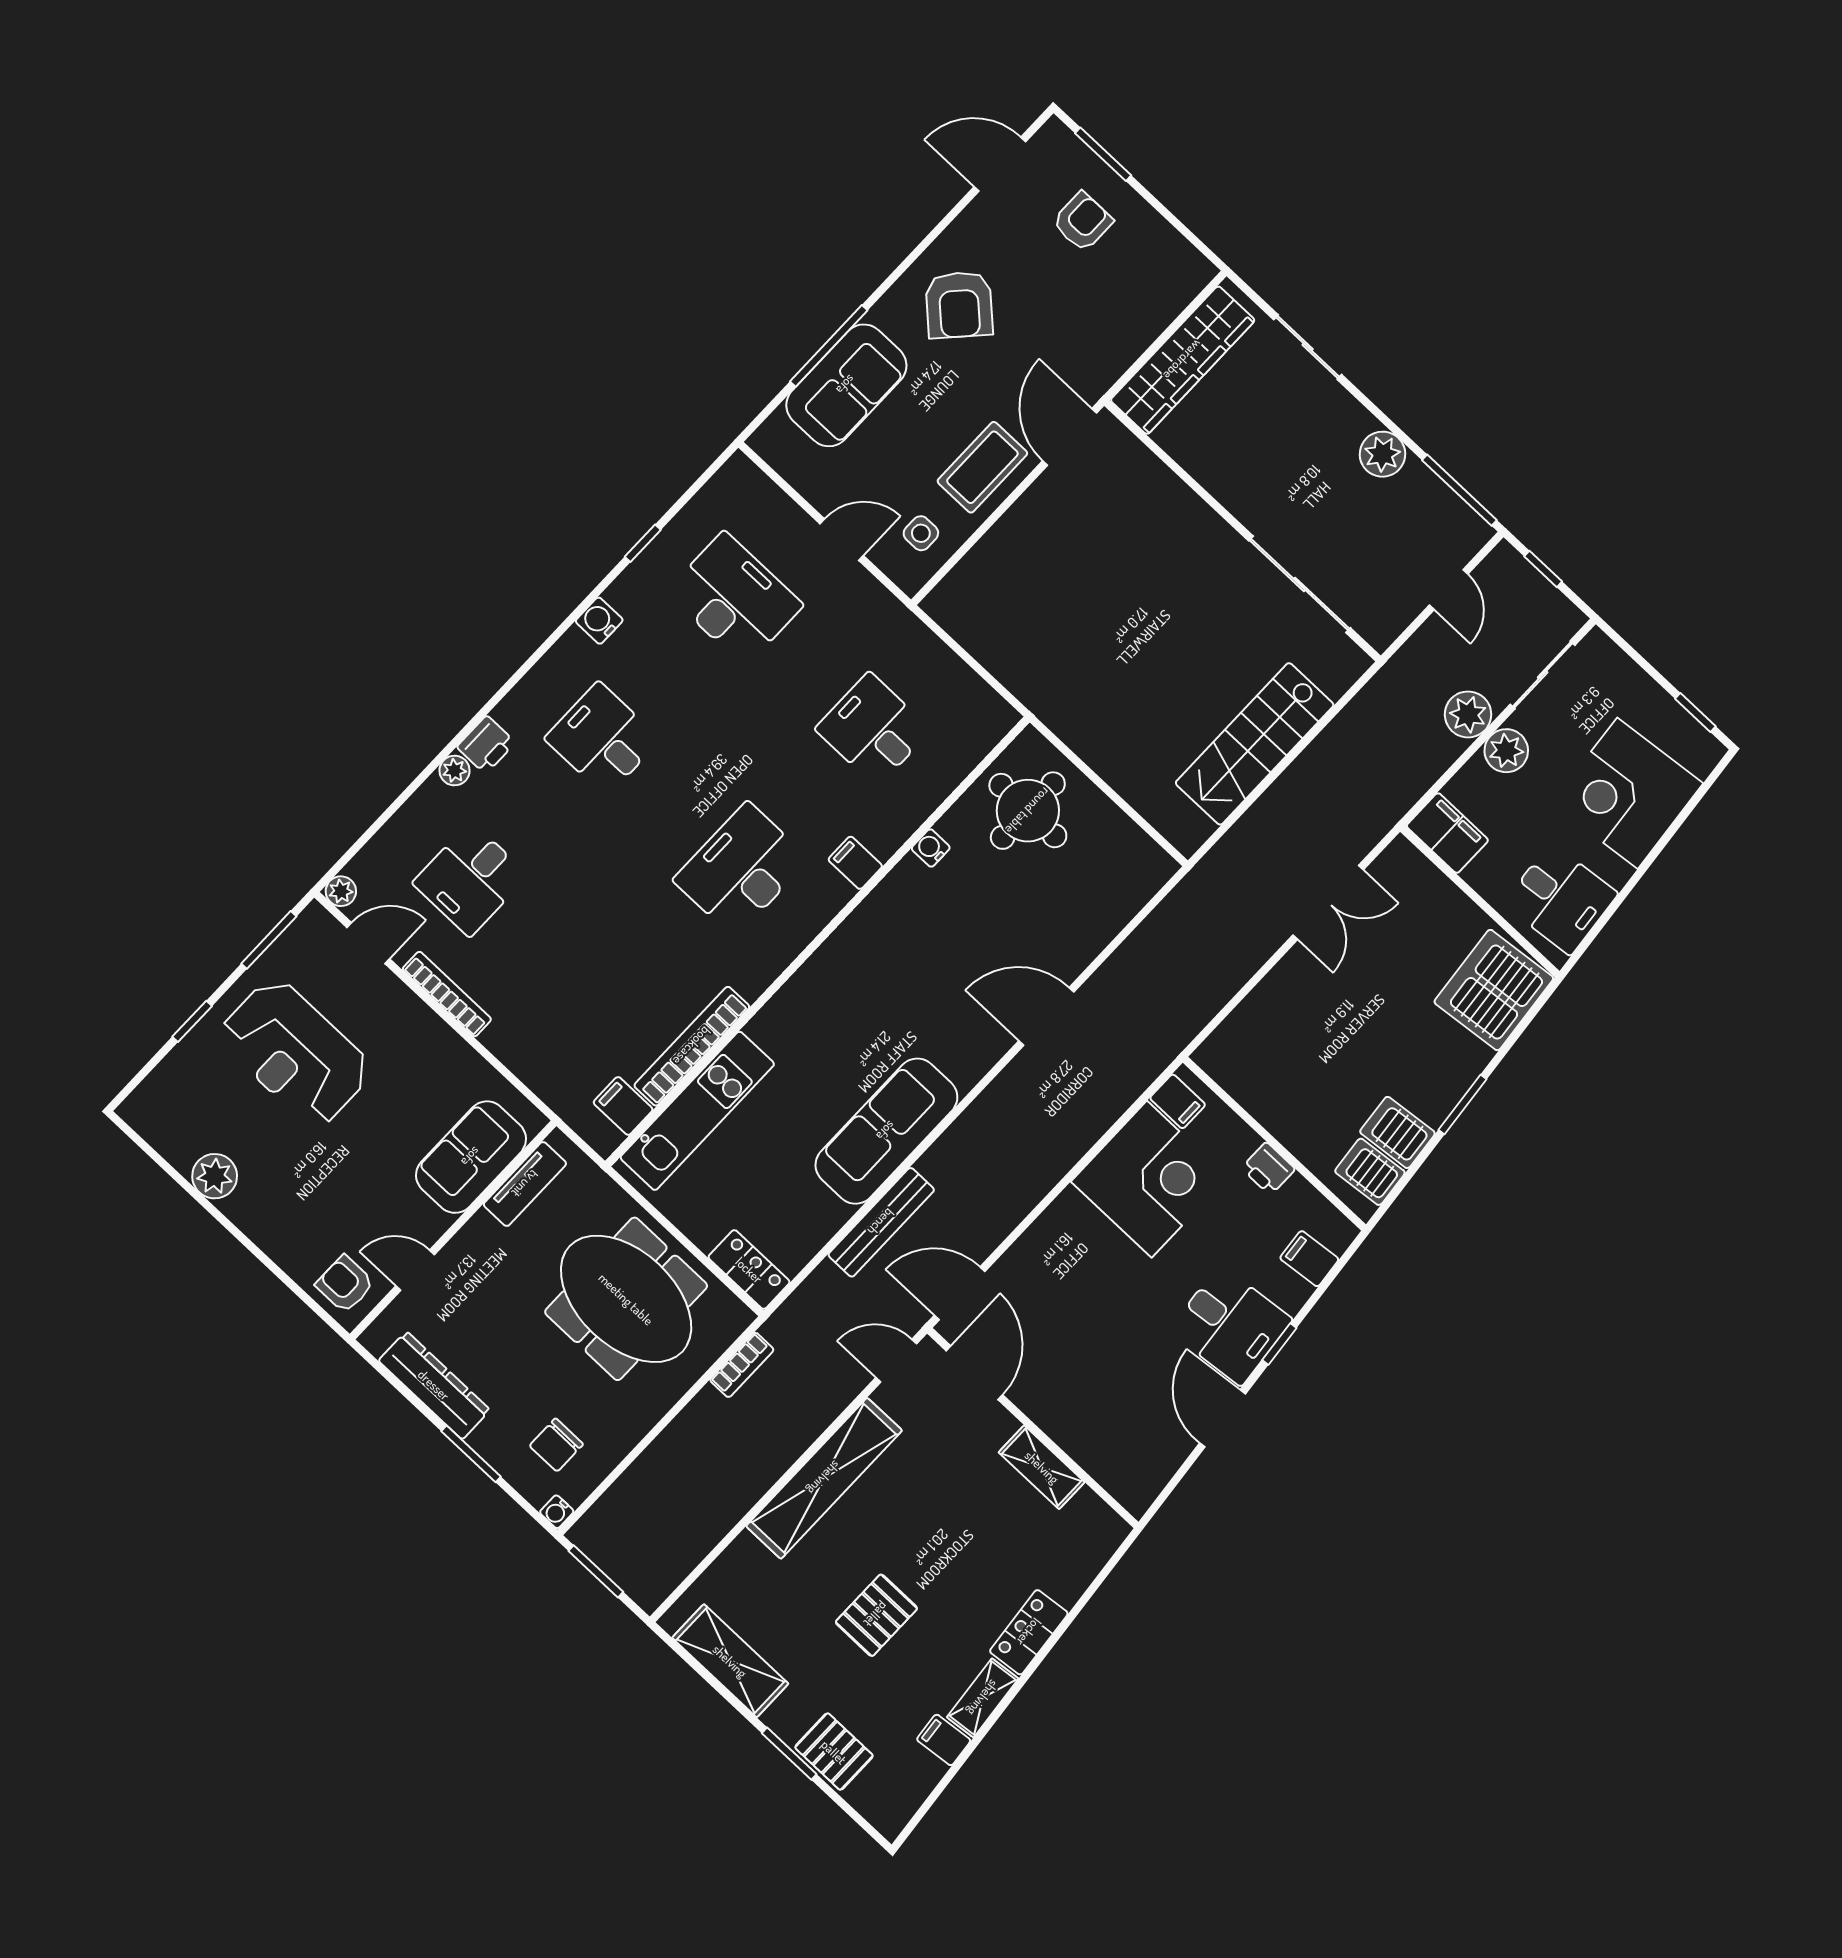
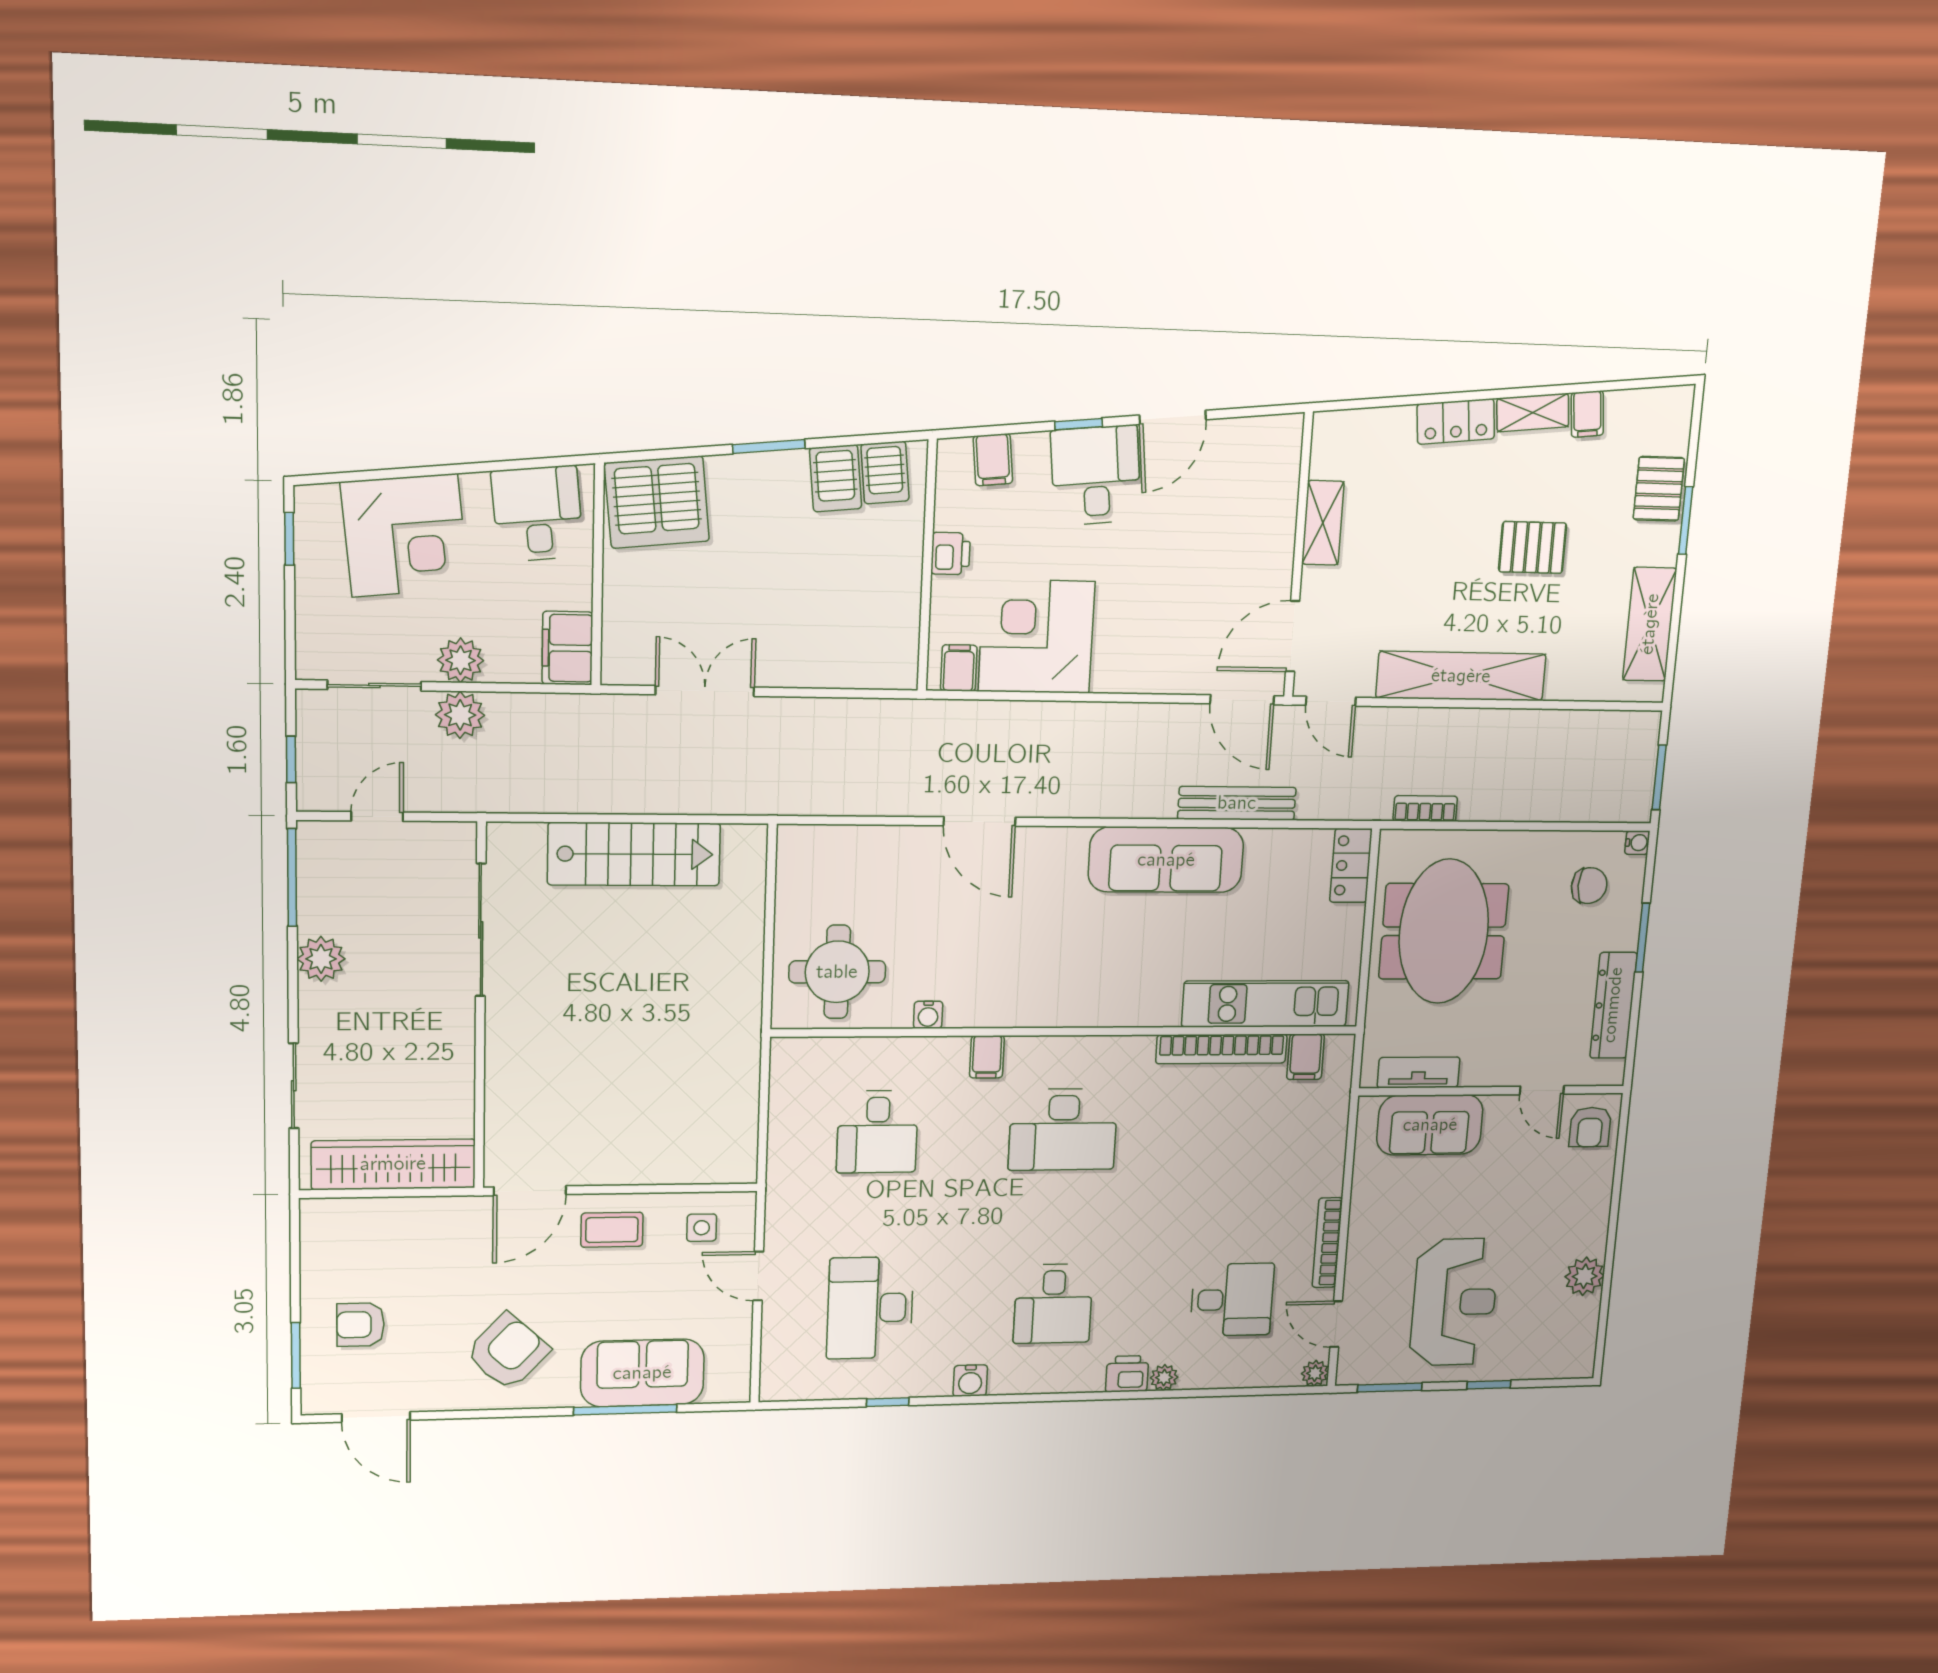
coffee table: (982, 467) -> (612, 1230), width x0.73, depth x0.77

